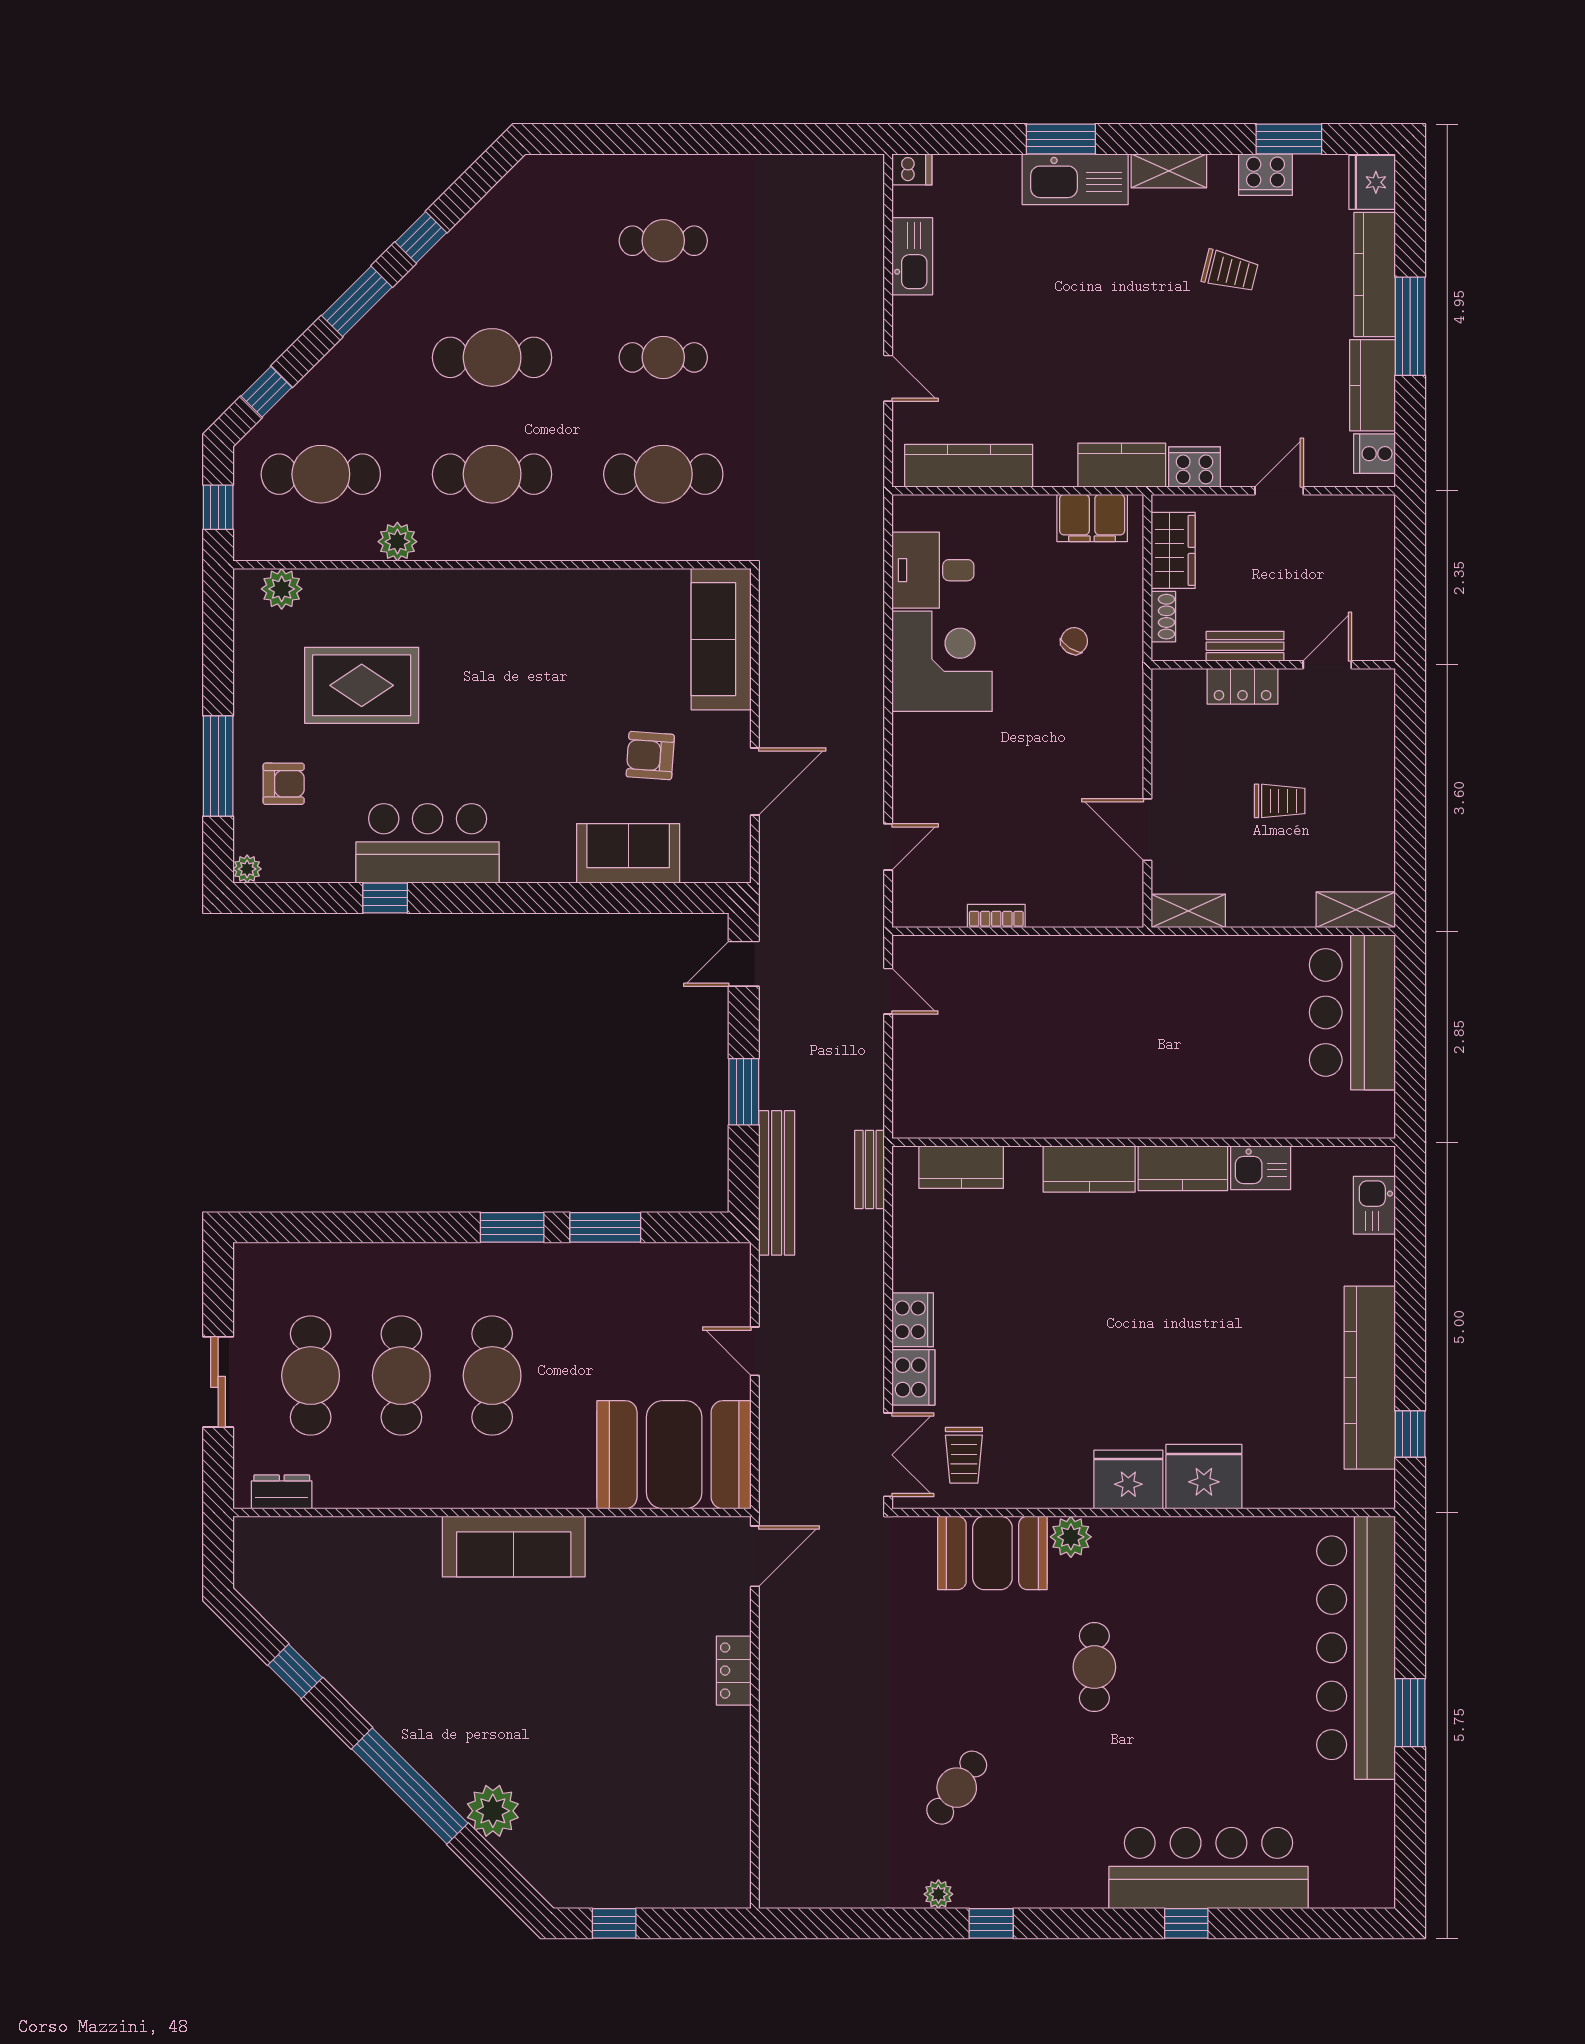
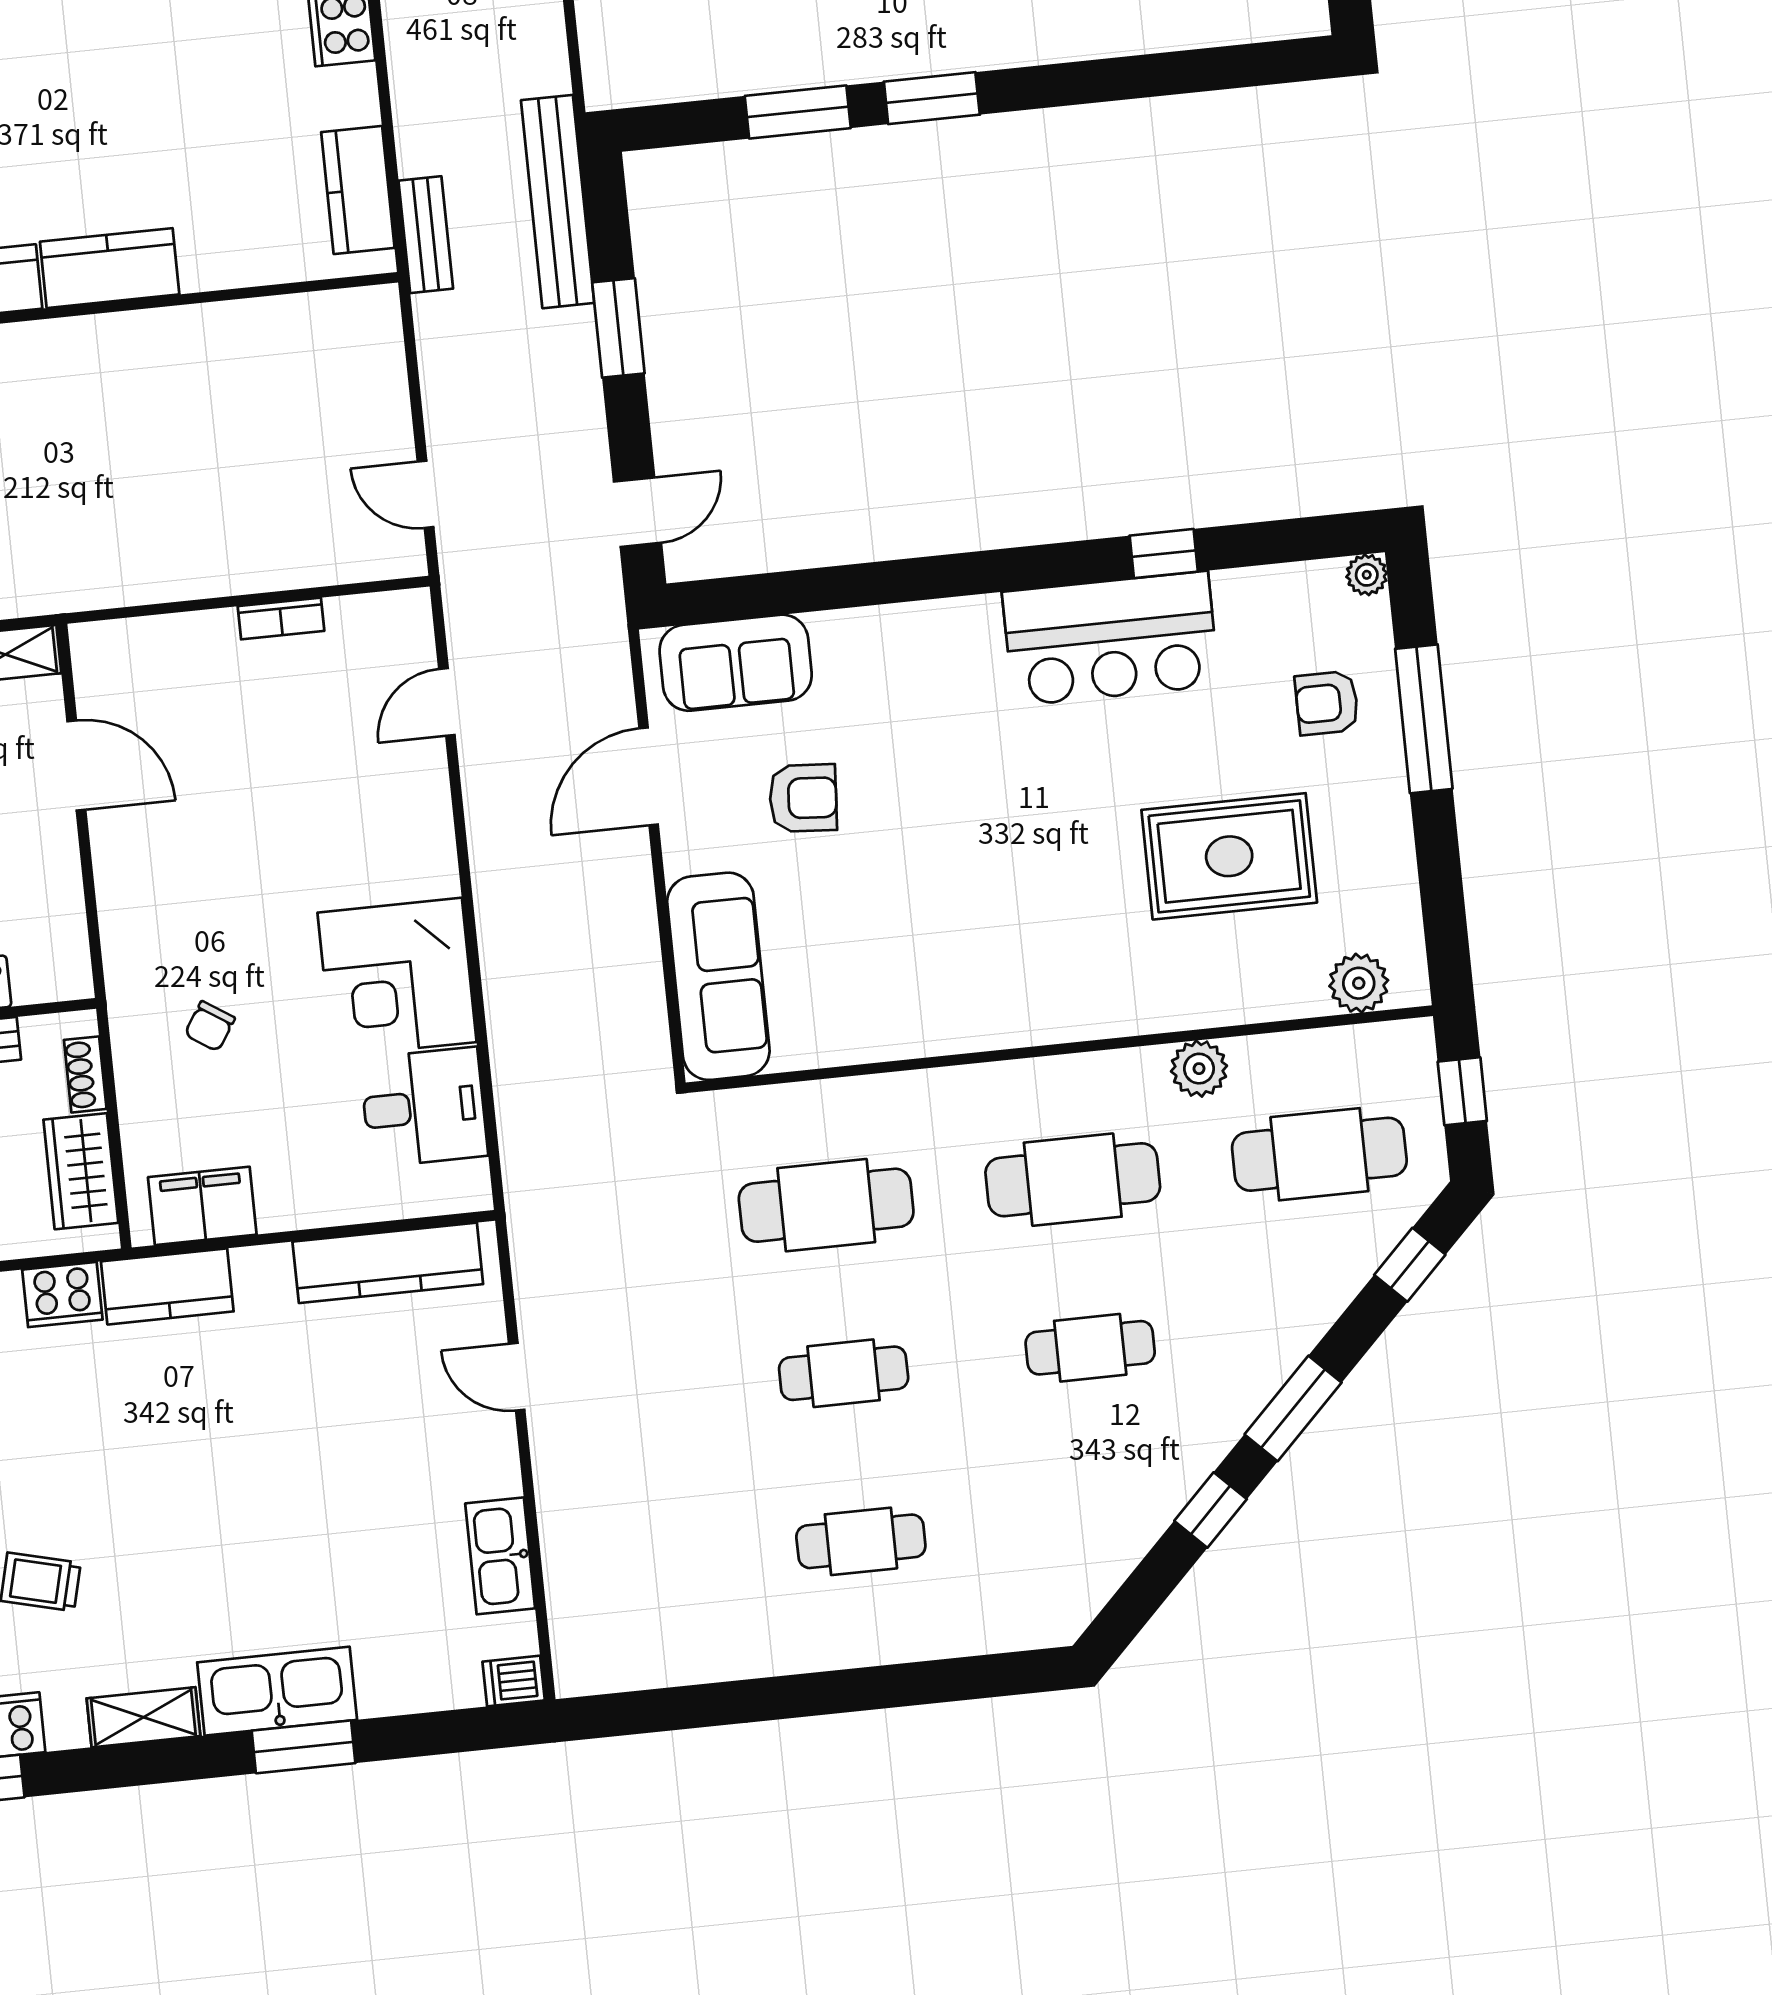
cafe table: (492, 357) -> (1090, 1348), width x0.73, depth x0.74
sofa: (628, 853) -> (736, 663), moved
kitchen counter: (961, 1167) -> (358, 190), moved, turned -90

